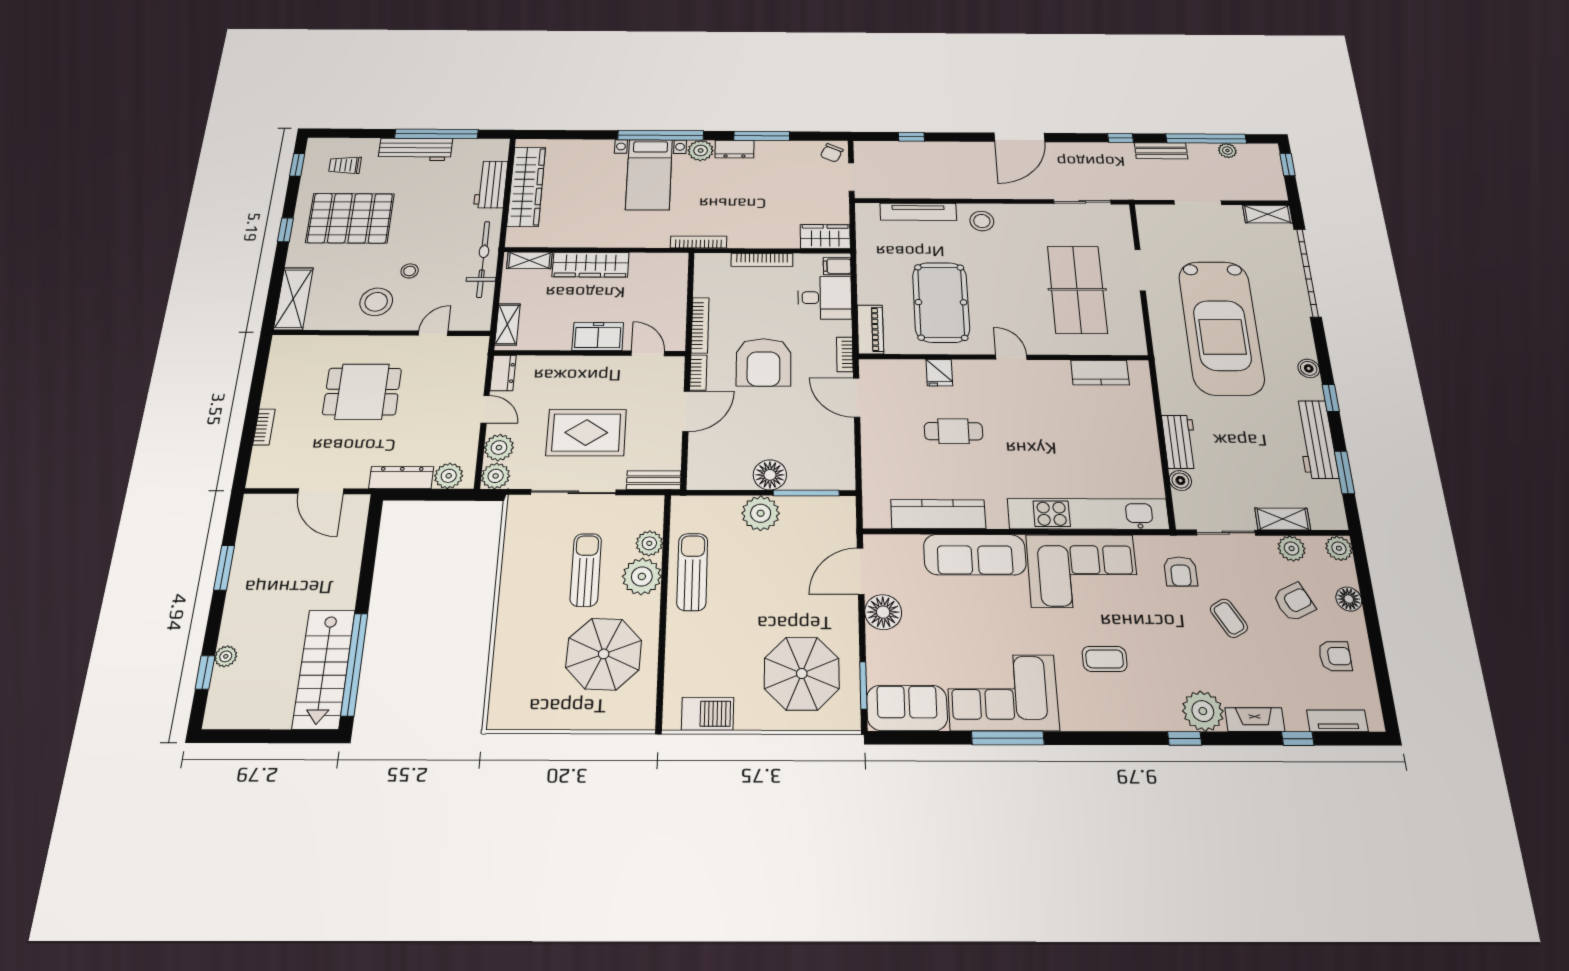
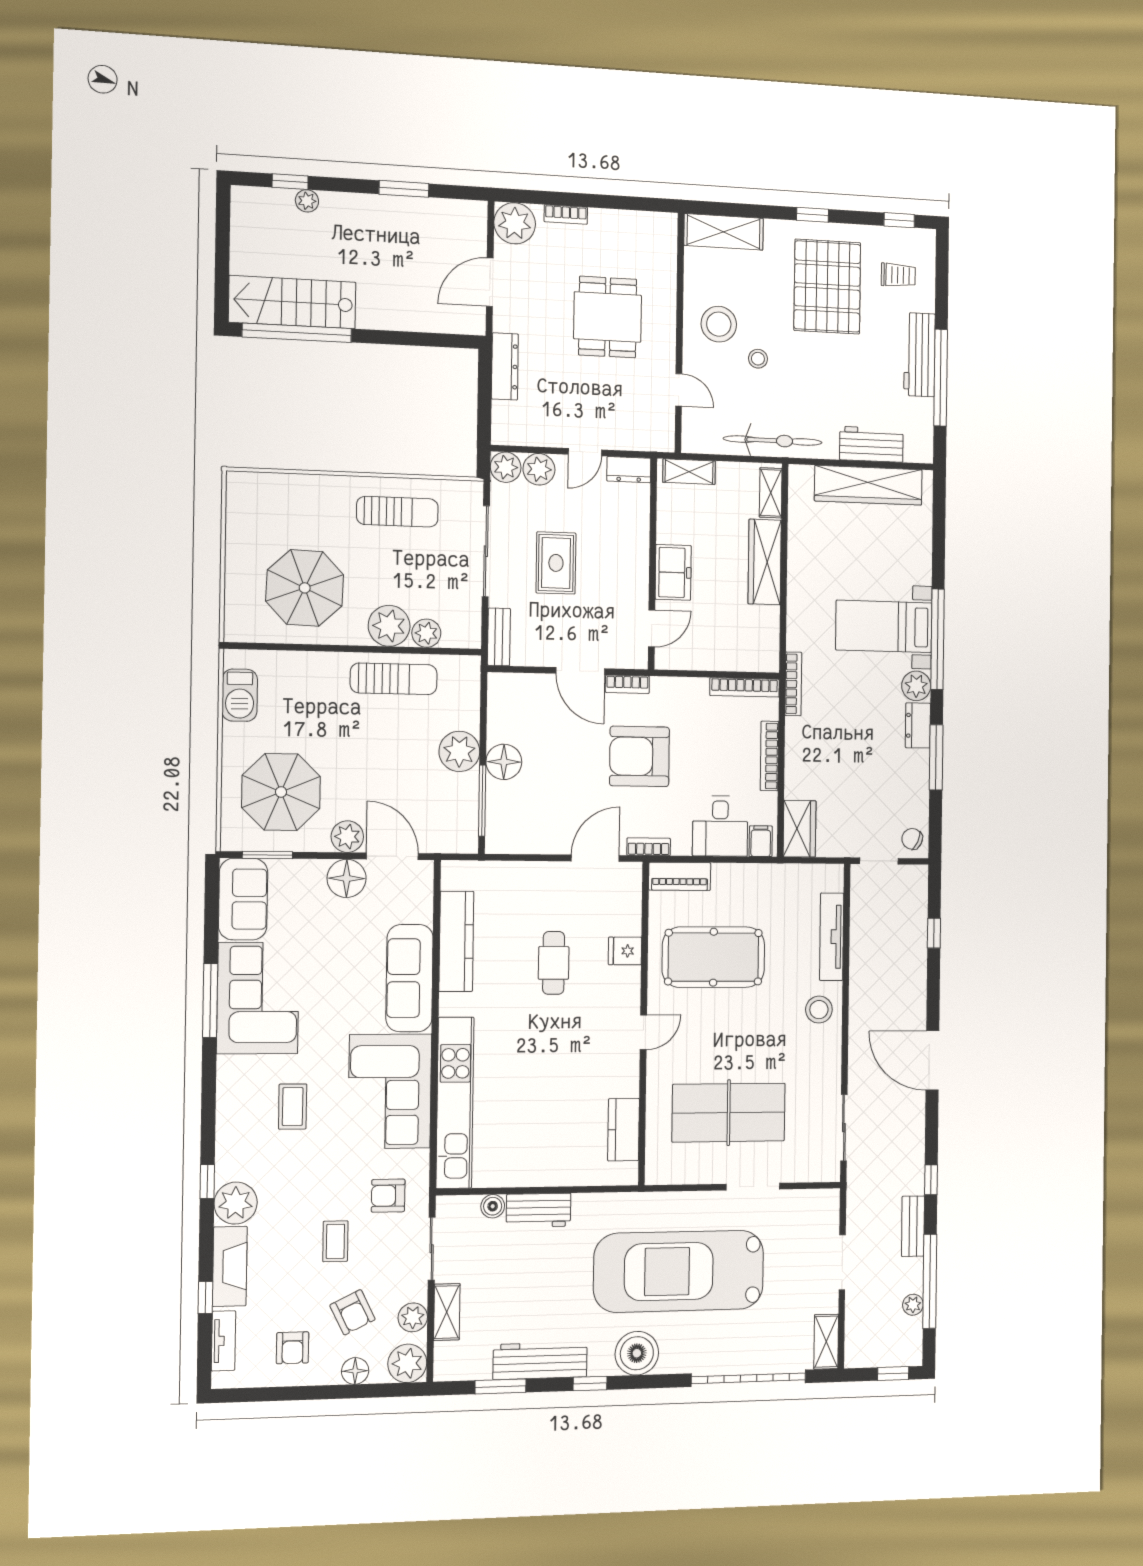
trolley: (345, 165) -> (898, 275), turned 90
bookcase: (700, 325) -> (745, 687), moved
boiler: (1309, 368) -> (637, 1353), width x1.86, depth x1.86
rug: (586, 432) -> (556, 563), width x0.73, depth x0.70
plant: (449, 476) -> (515, 223), moved, width x1.36, depth x1.36
plant: (1339, 548) -> (407, 1363), width x1.36, depth x1.36
sun lounger: (586, 570) -> (397, 512), moved
plant: (843, 612) -> (347, 837), added
coffee table: (1229, 618) -> (335, 1241), turned -60
fireplace: (1255, 720) -> (230, 1266), width x1.37, depth x1.32

